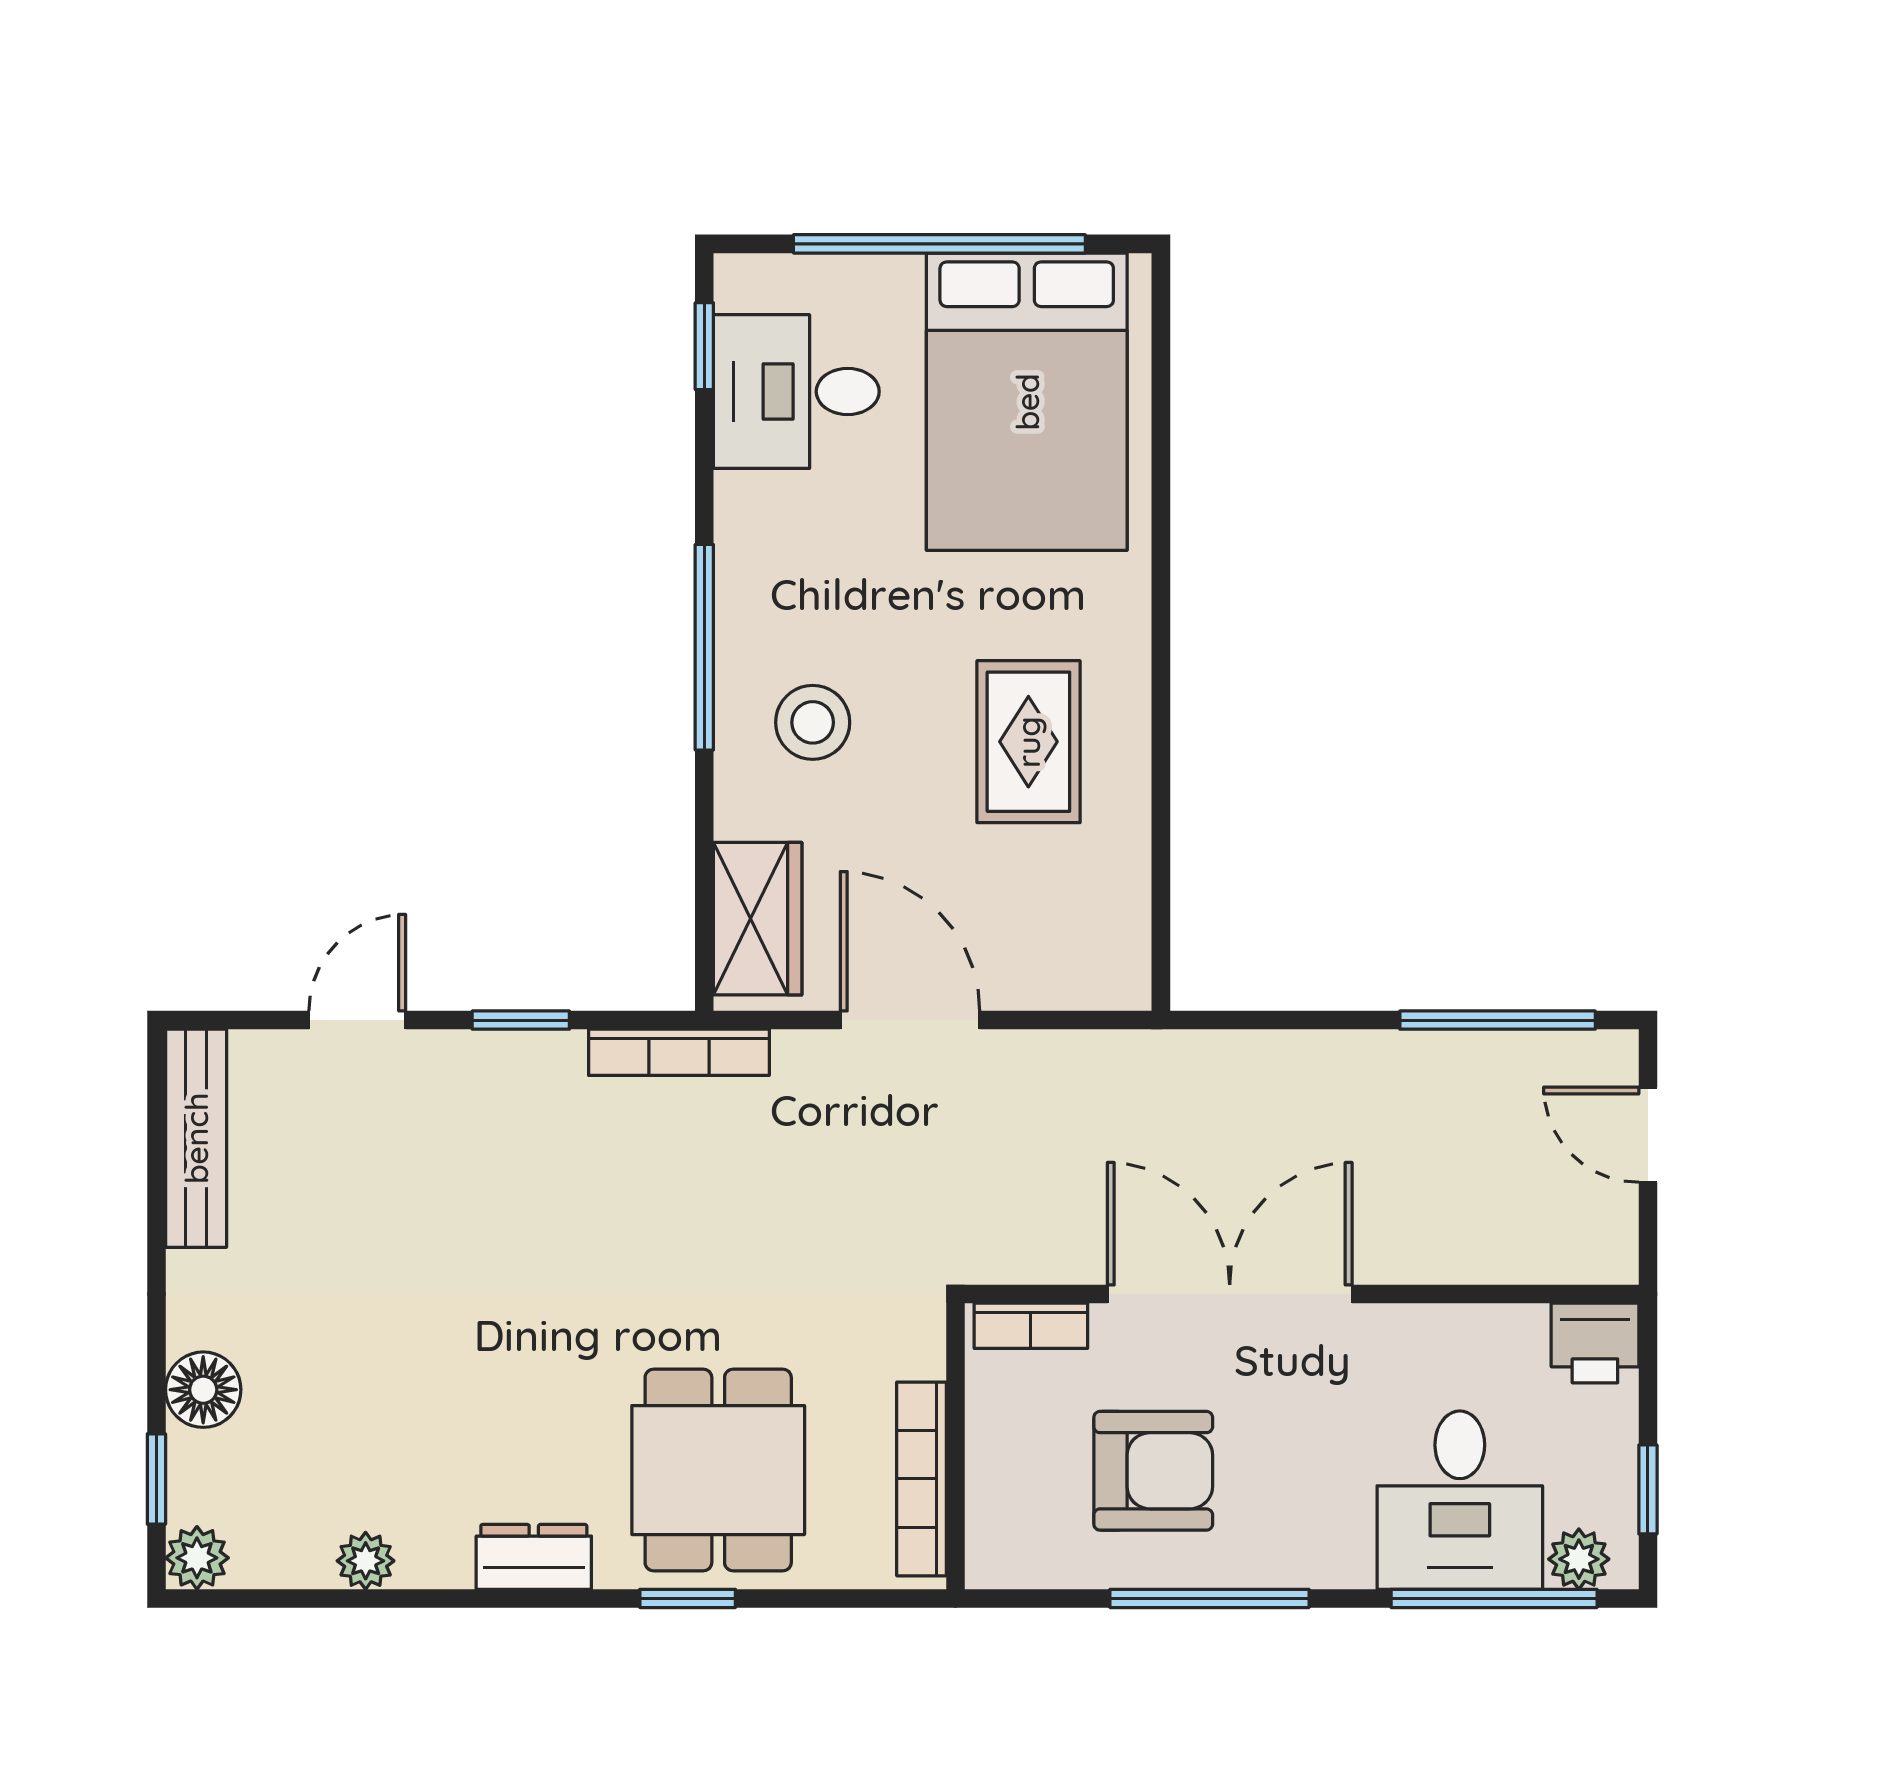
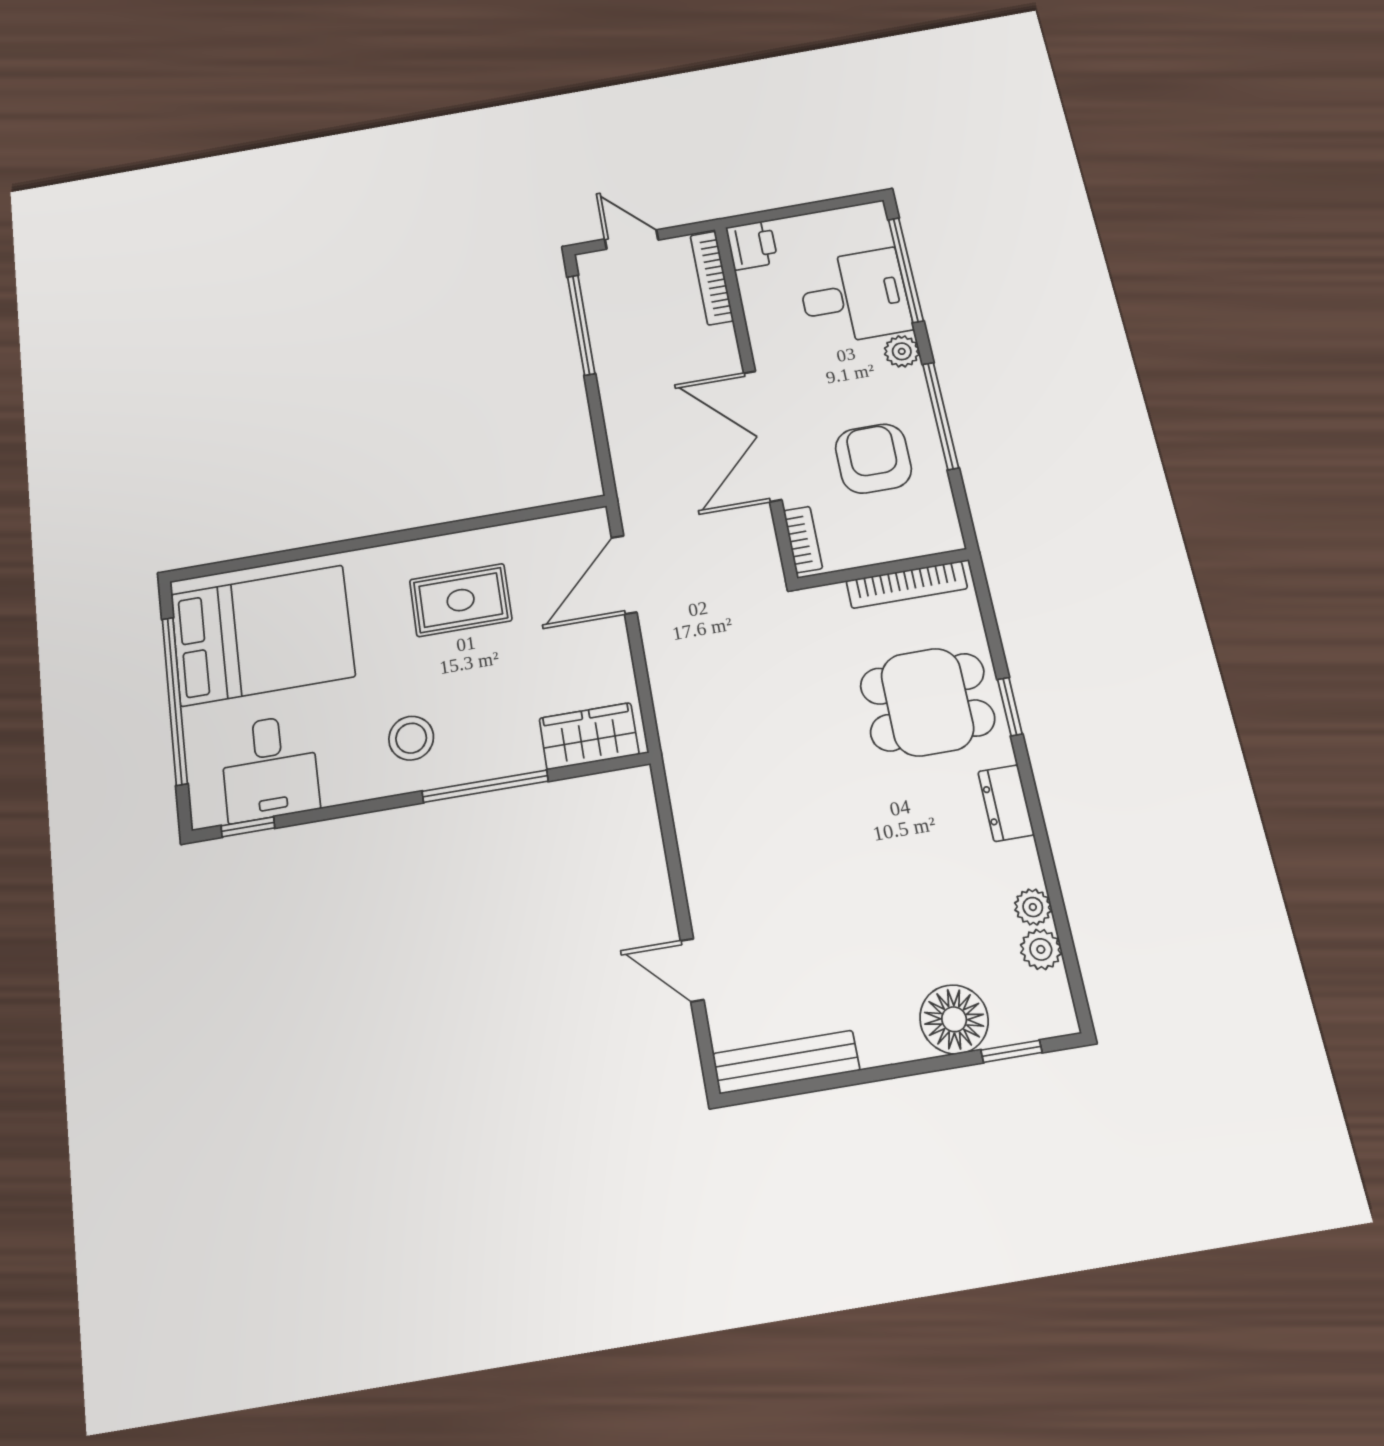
window: (704, 647) -> (485, 786), moved
stool: (813, 722) -> (411, 738), moved
window: (521, 1020) -> (674, 868), removed
door: (910, 1020) -> (624, 575), moved
bookcase: (679, 1052) -> (712, 278), moved, turned 180
door: (1648, 1135) -> (632, 240), swing flipped
floor lamp: (203, 1390) -> (954, 1019), width x1.38, depth x1.38
window: (1648, 1489) -> (827, 205), removed
plant: (197, 1558) -> (1041, 949), moved
plant: (1579, 1559) -> (902, 351), moved

